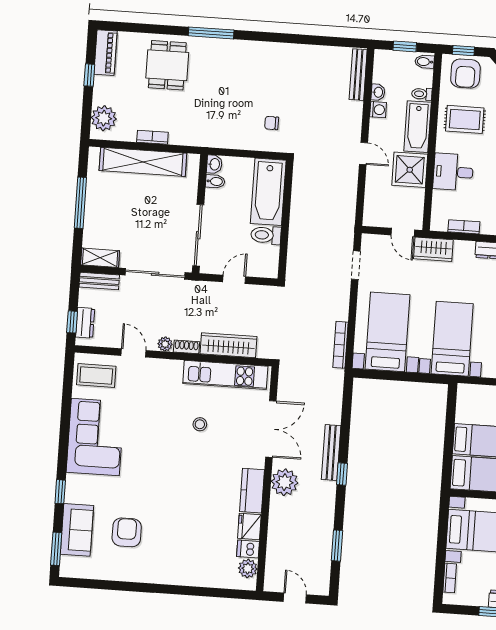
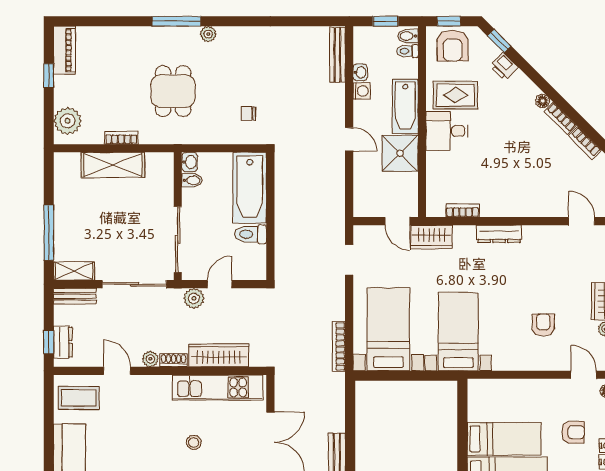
plant: (240, 47) -> (208, 34), added
dining table: (167, 65) -> (173, 91), moved
toilet: (422, 94) -> (407, 51), moved
shelving: (143, 162) -> (113, 165), width x0.68
desk: (453, 172) -> (447, 131), moved
window: (80, 203) -> (49, 233), moved
plant: (209, 291) -> (194, 298), added

